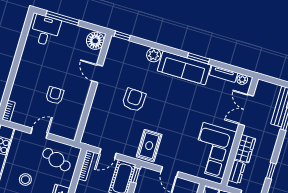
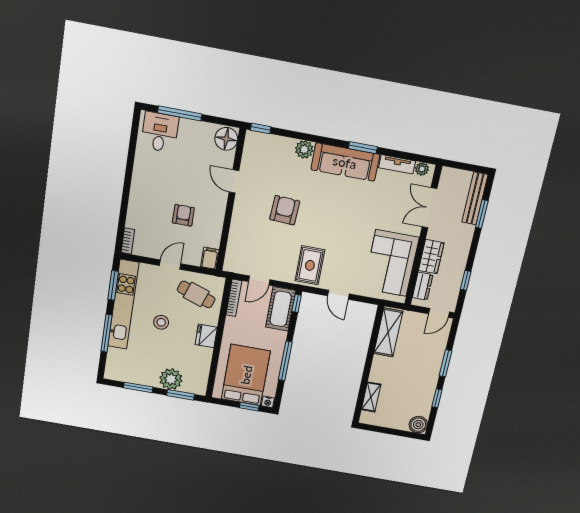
filing cabinet: (71, 132) -> (210, 258), added

